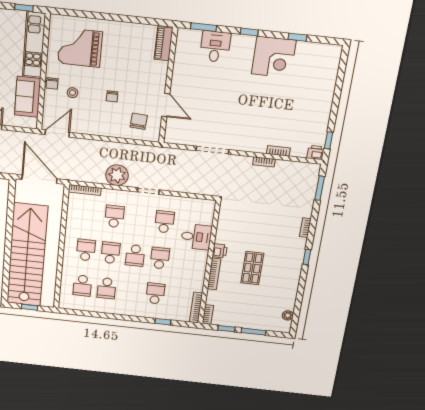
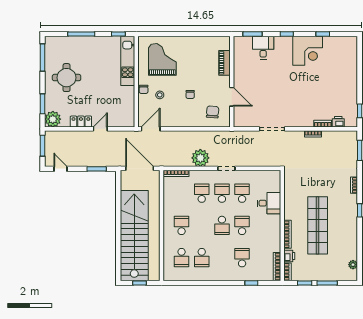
piano: (163, 44) -> (224, 63), moved
grand piano: (80, 48) -> (162, 59), turned 90
sofa: (28, 97) -> (126, 102), removed
printer: (316, 153) -> (338, 122), moved
printer: (220, 251) -> (289, 256), moved
school desk: (110, 253) -> (222, 193), moved
shop shelf: (252, 268) -> (318, 225), width x2.00, depth x1.36

